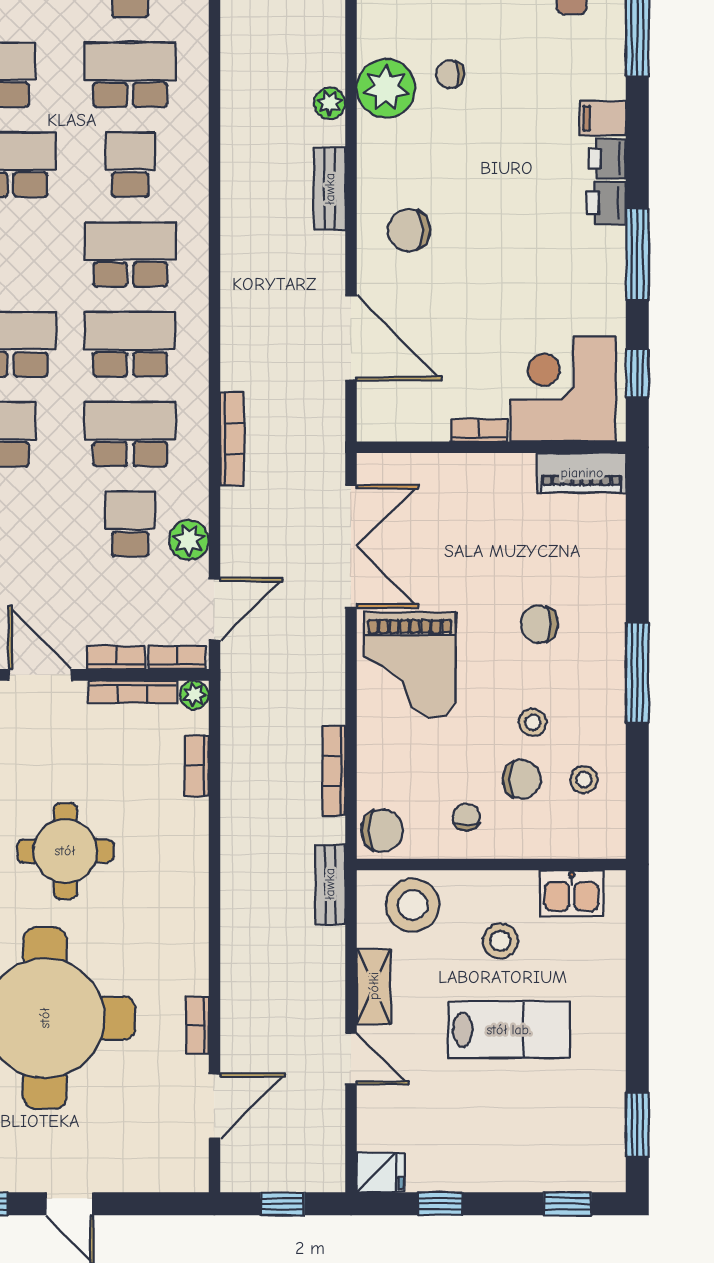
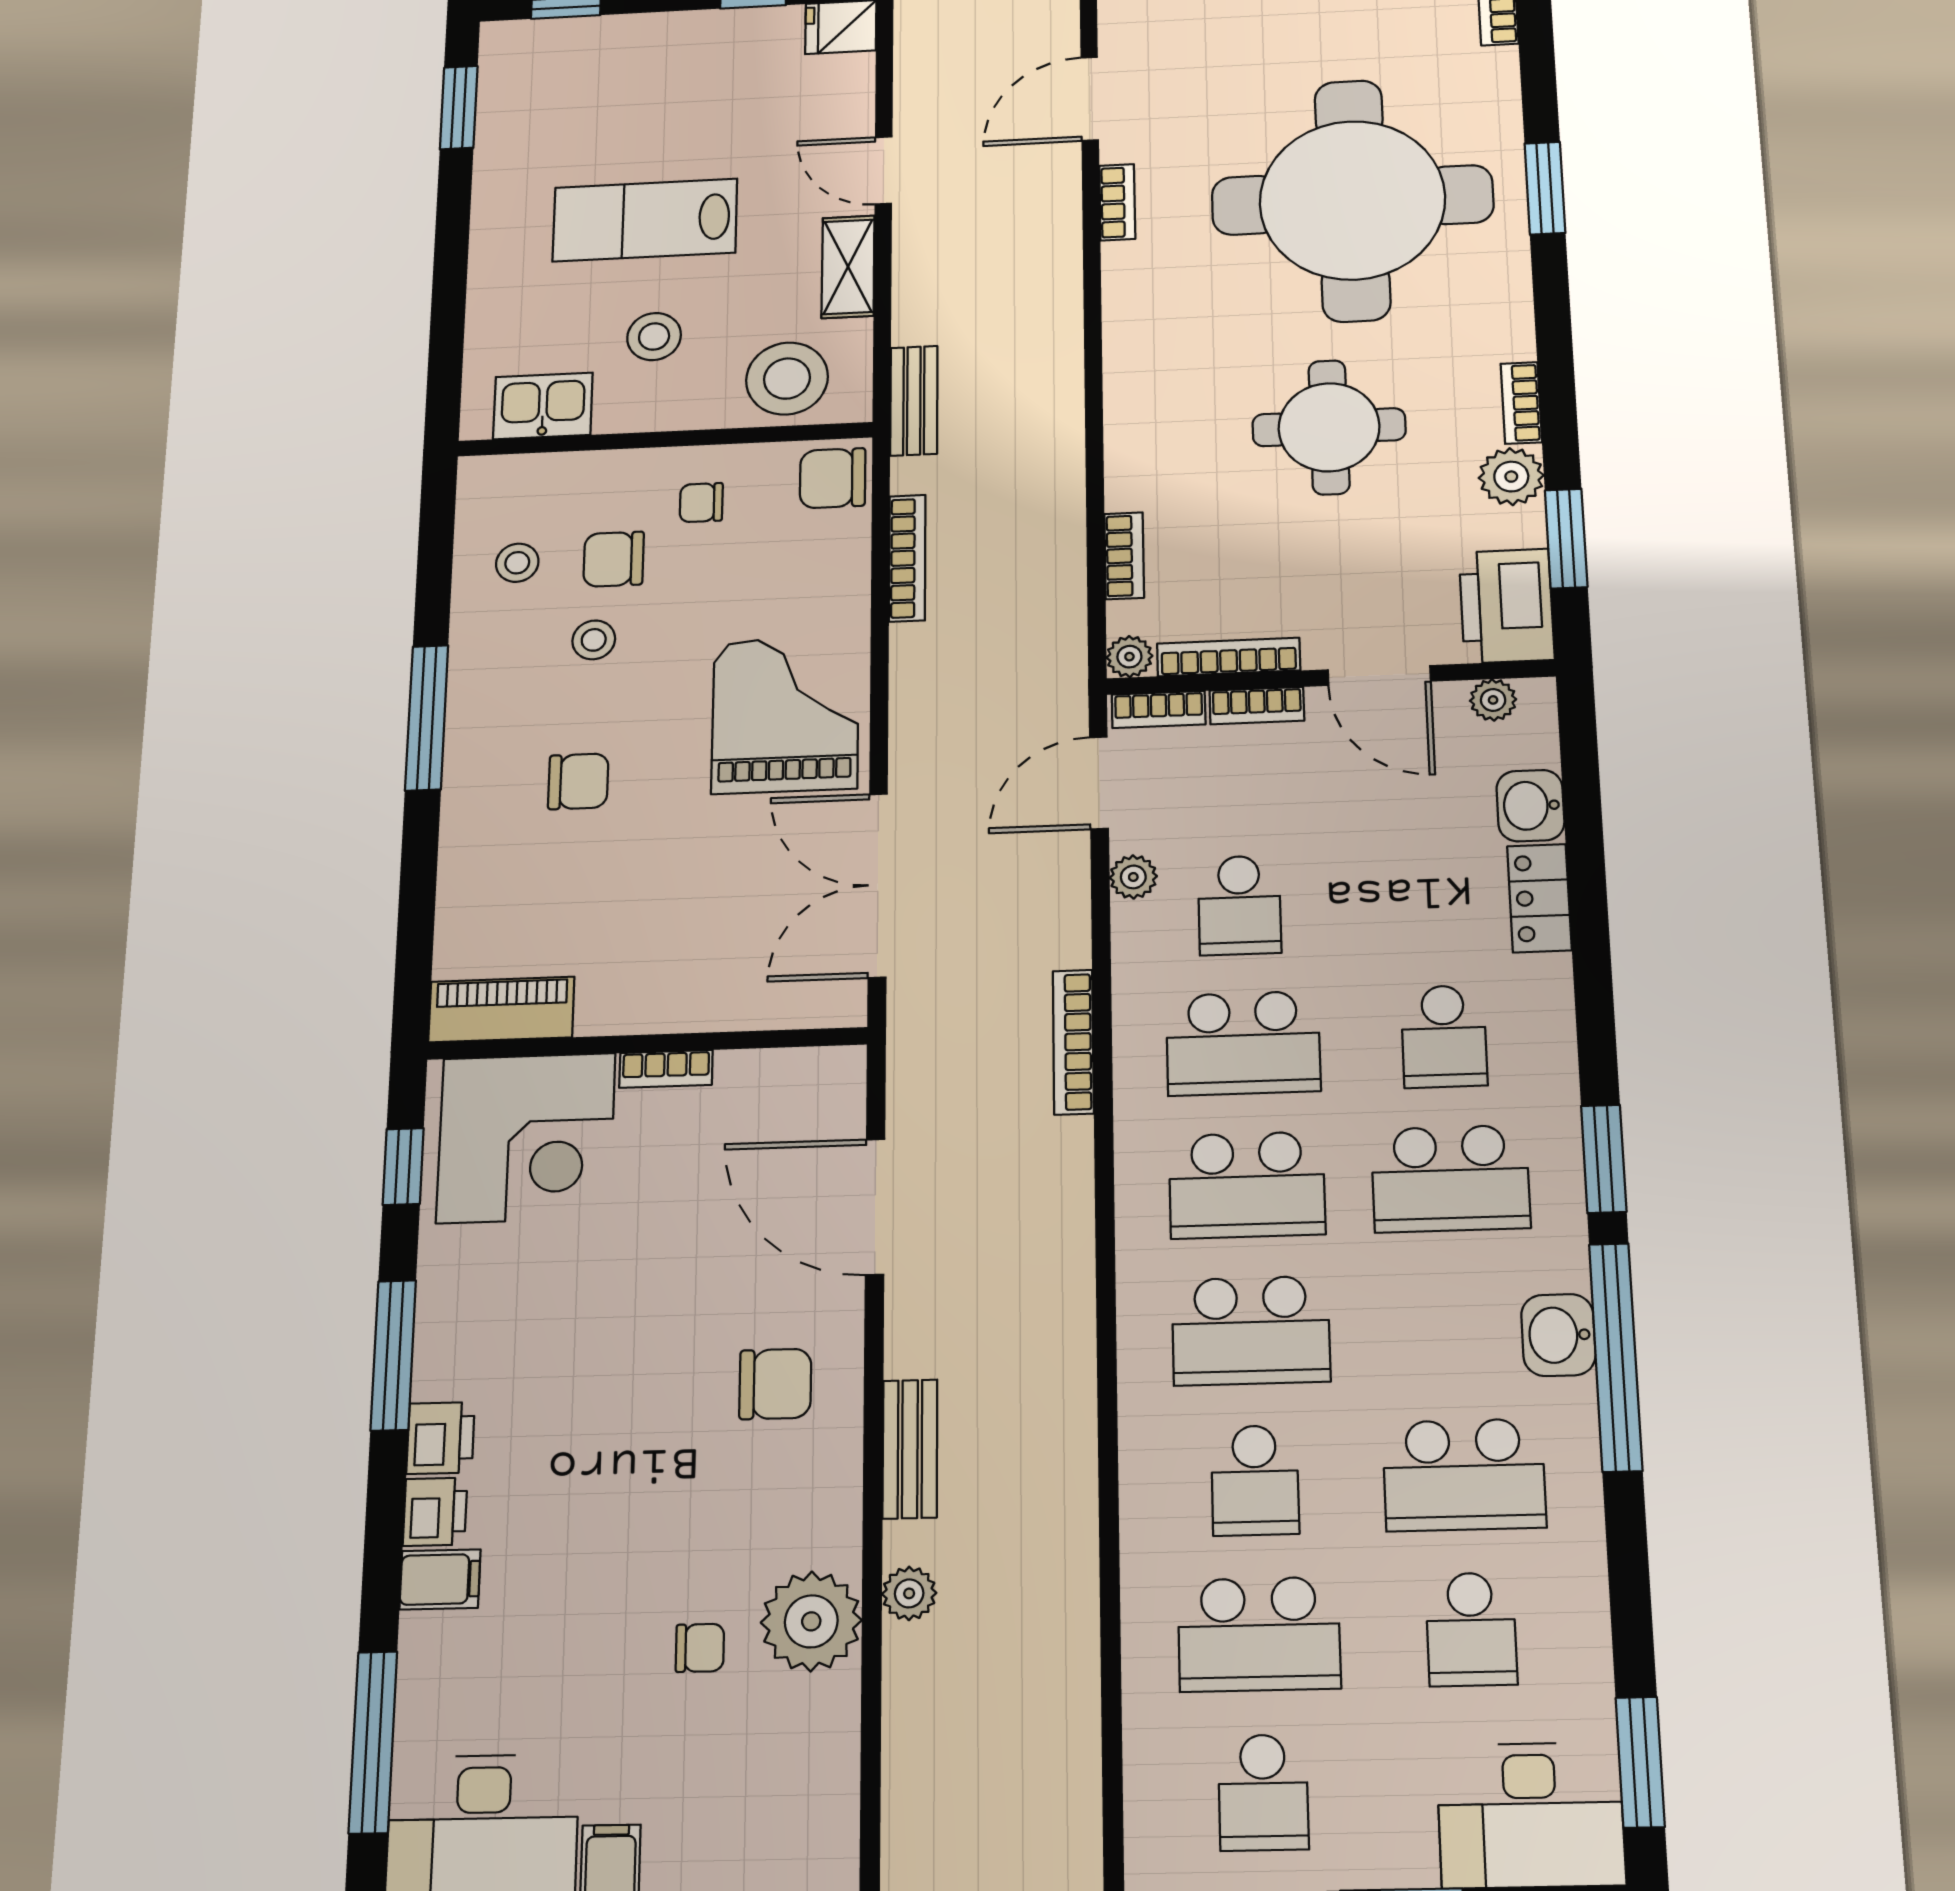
plant: (189, 540) -> (1133, 877), width x0.73, depth x0.73
chair: (466, 817) -> (701, 503), turned 90

